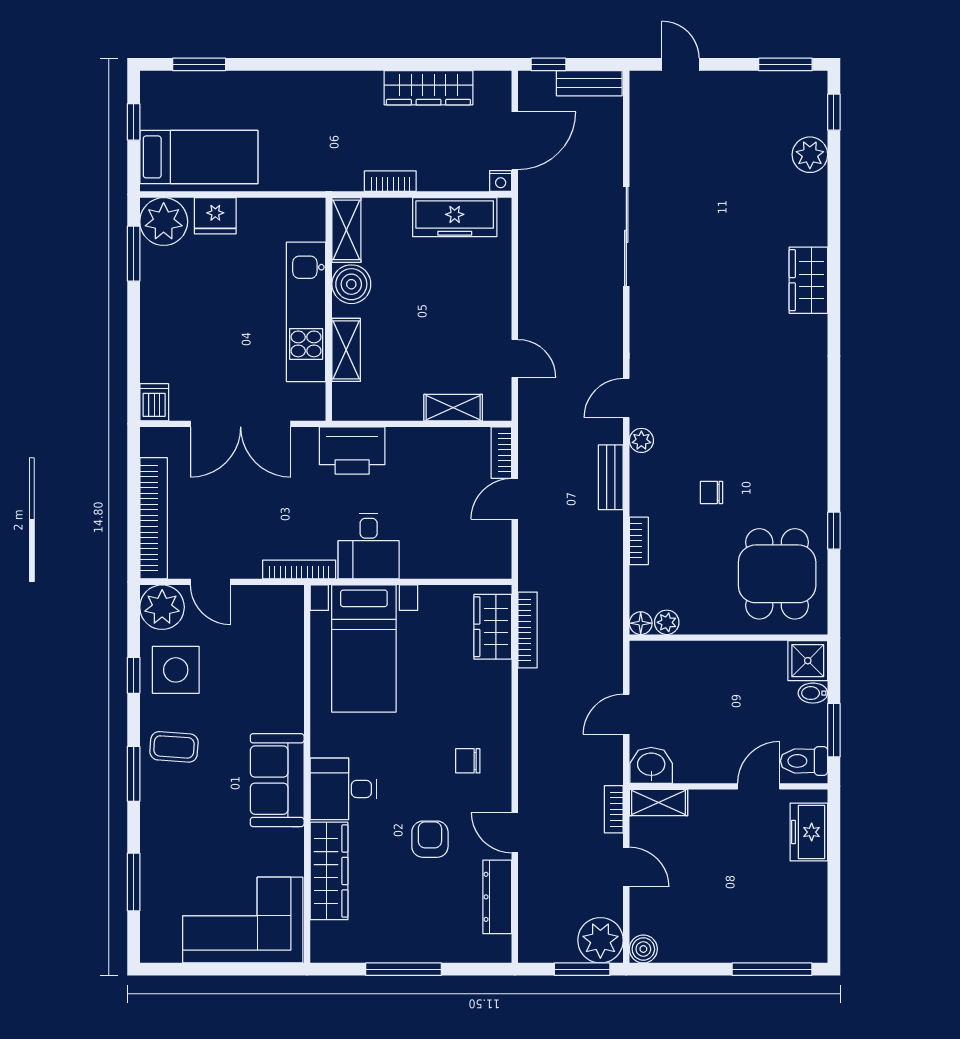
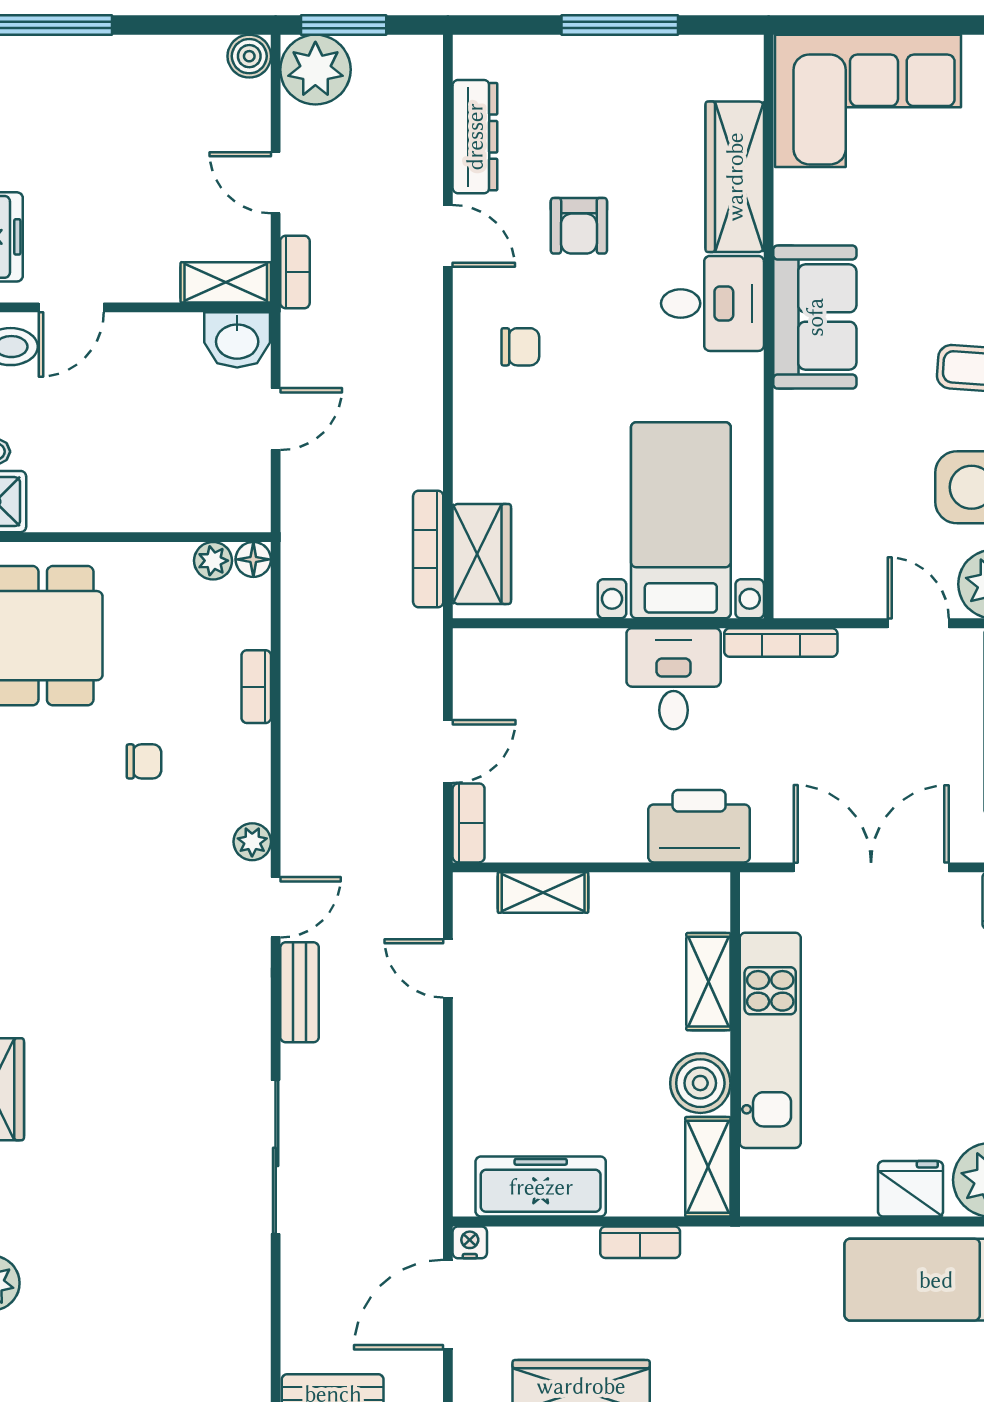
bench: (611, 477) -> (300, 992), moved

